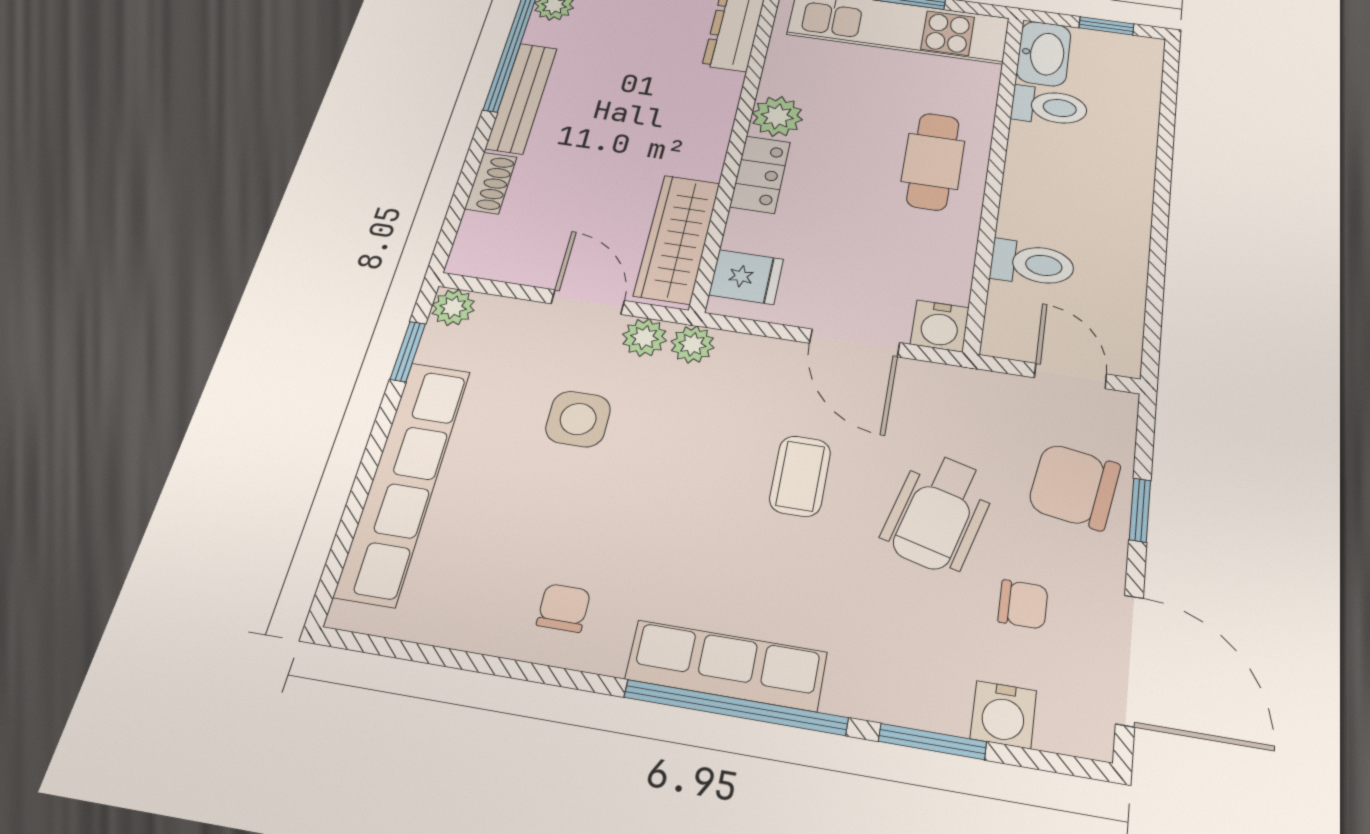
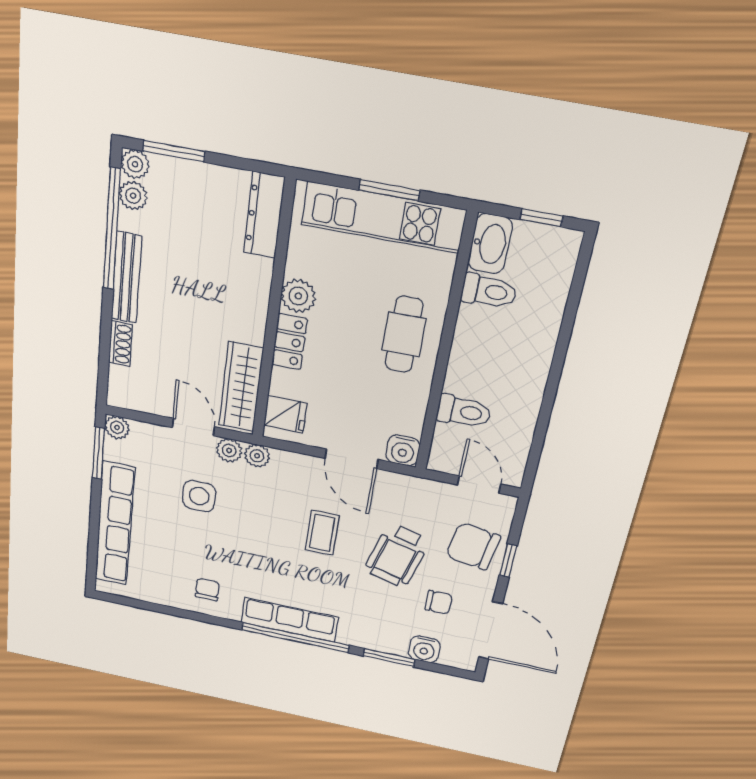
window: (408, 352) -> (98, 453), width x1.50

